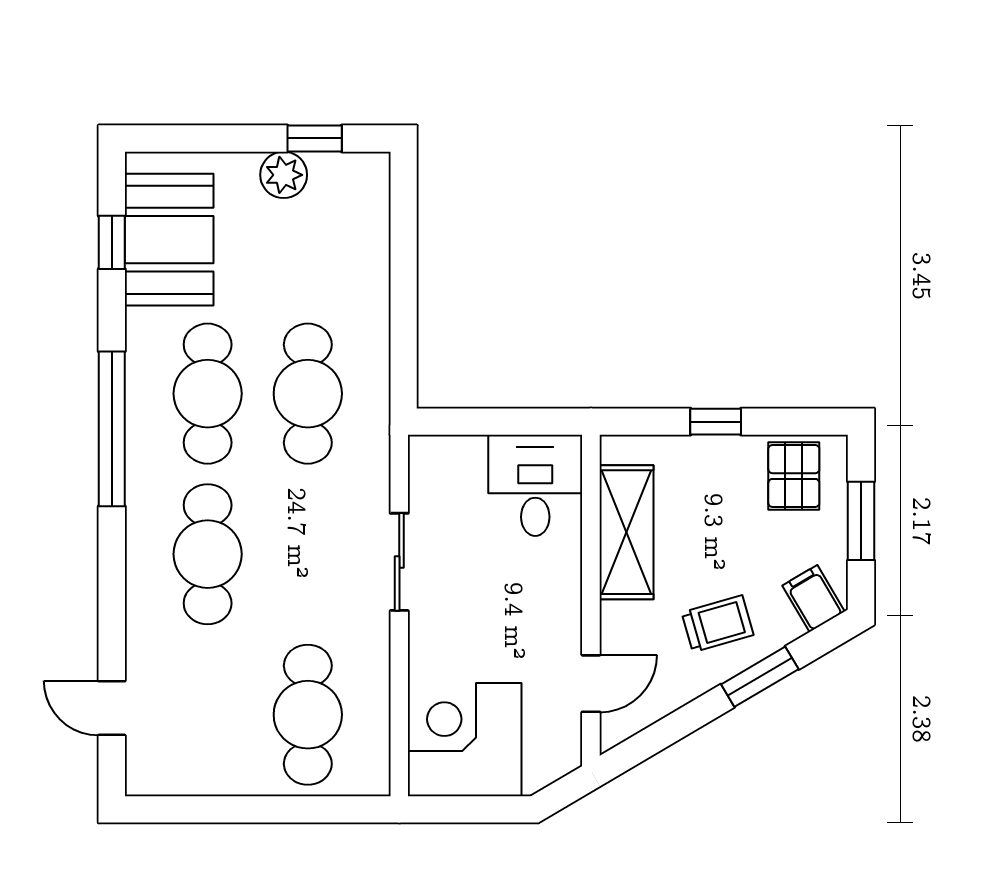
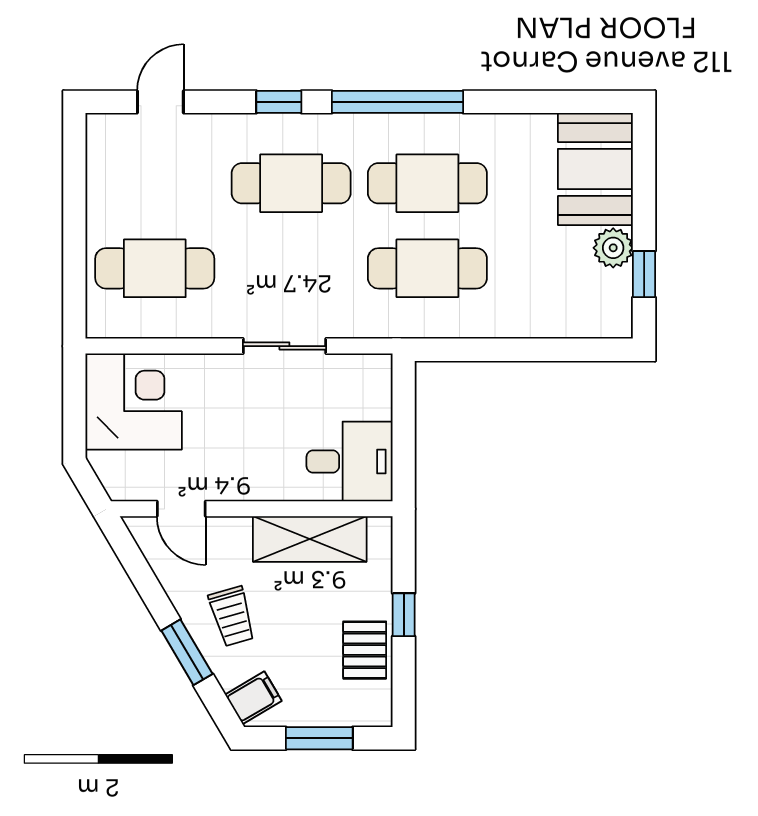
booth: (169, 240) -> (595, 169), moved, turned 90
window: (112, 242) -> (279, 102), moved
pallet: (794, 476) -> (365, 650), moved, turned 90

